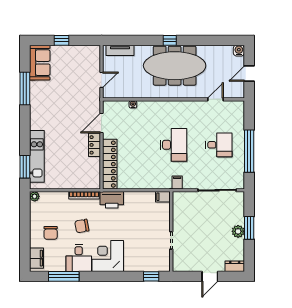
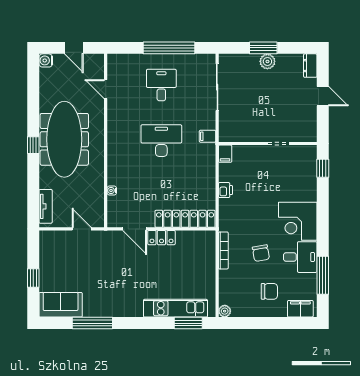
printer: (112, 200) -> (225, 190), moved, width x0.53, depth x0.68

